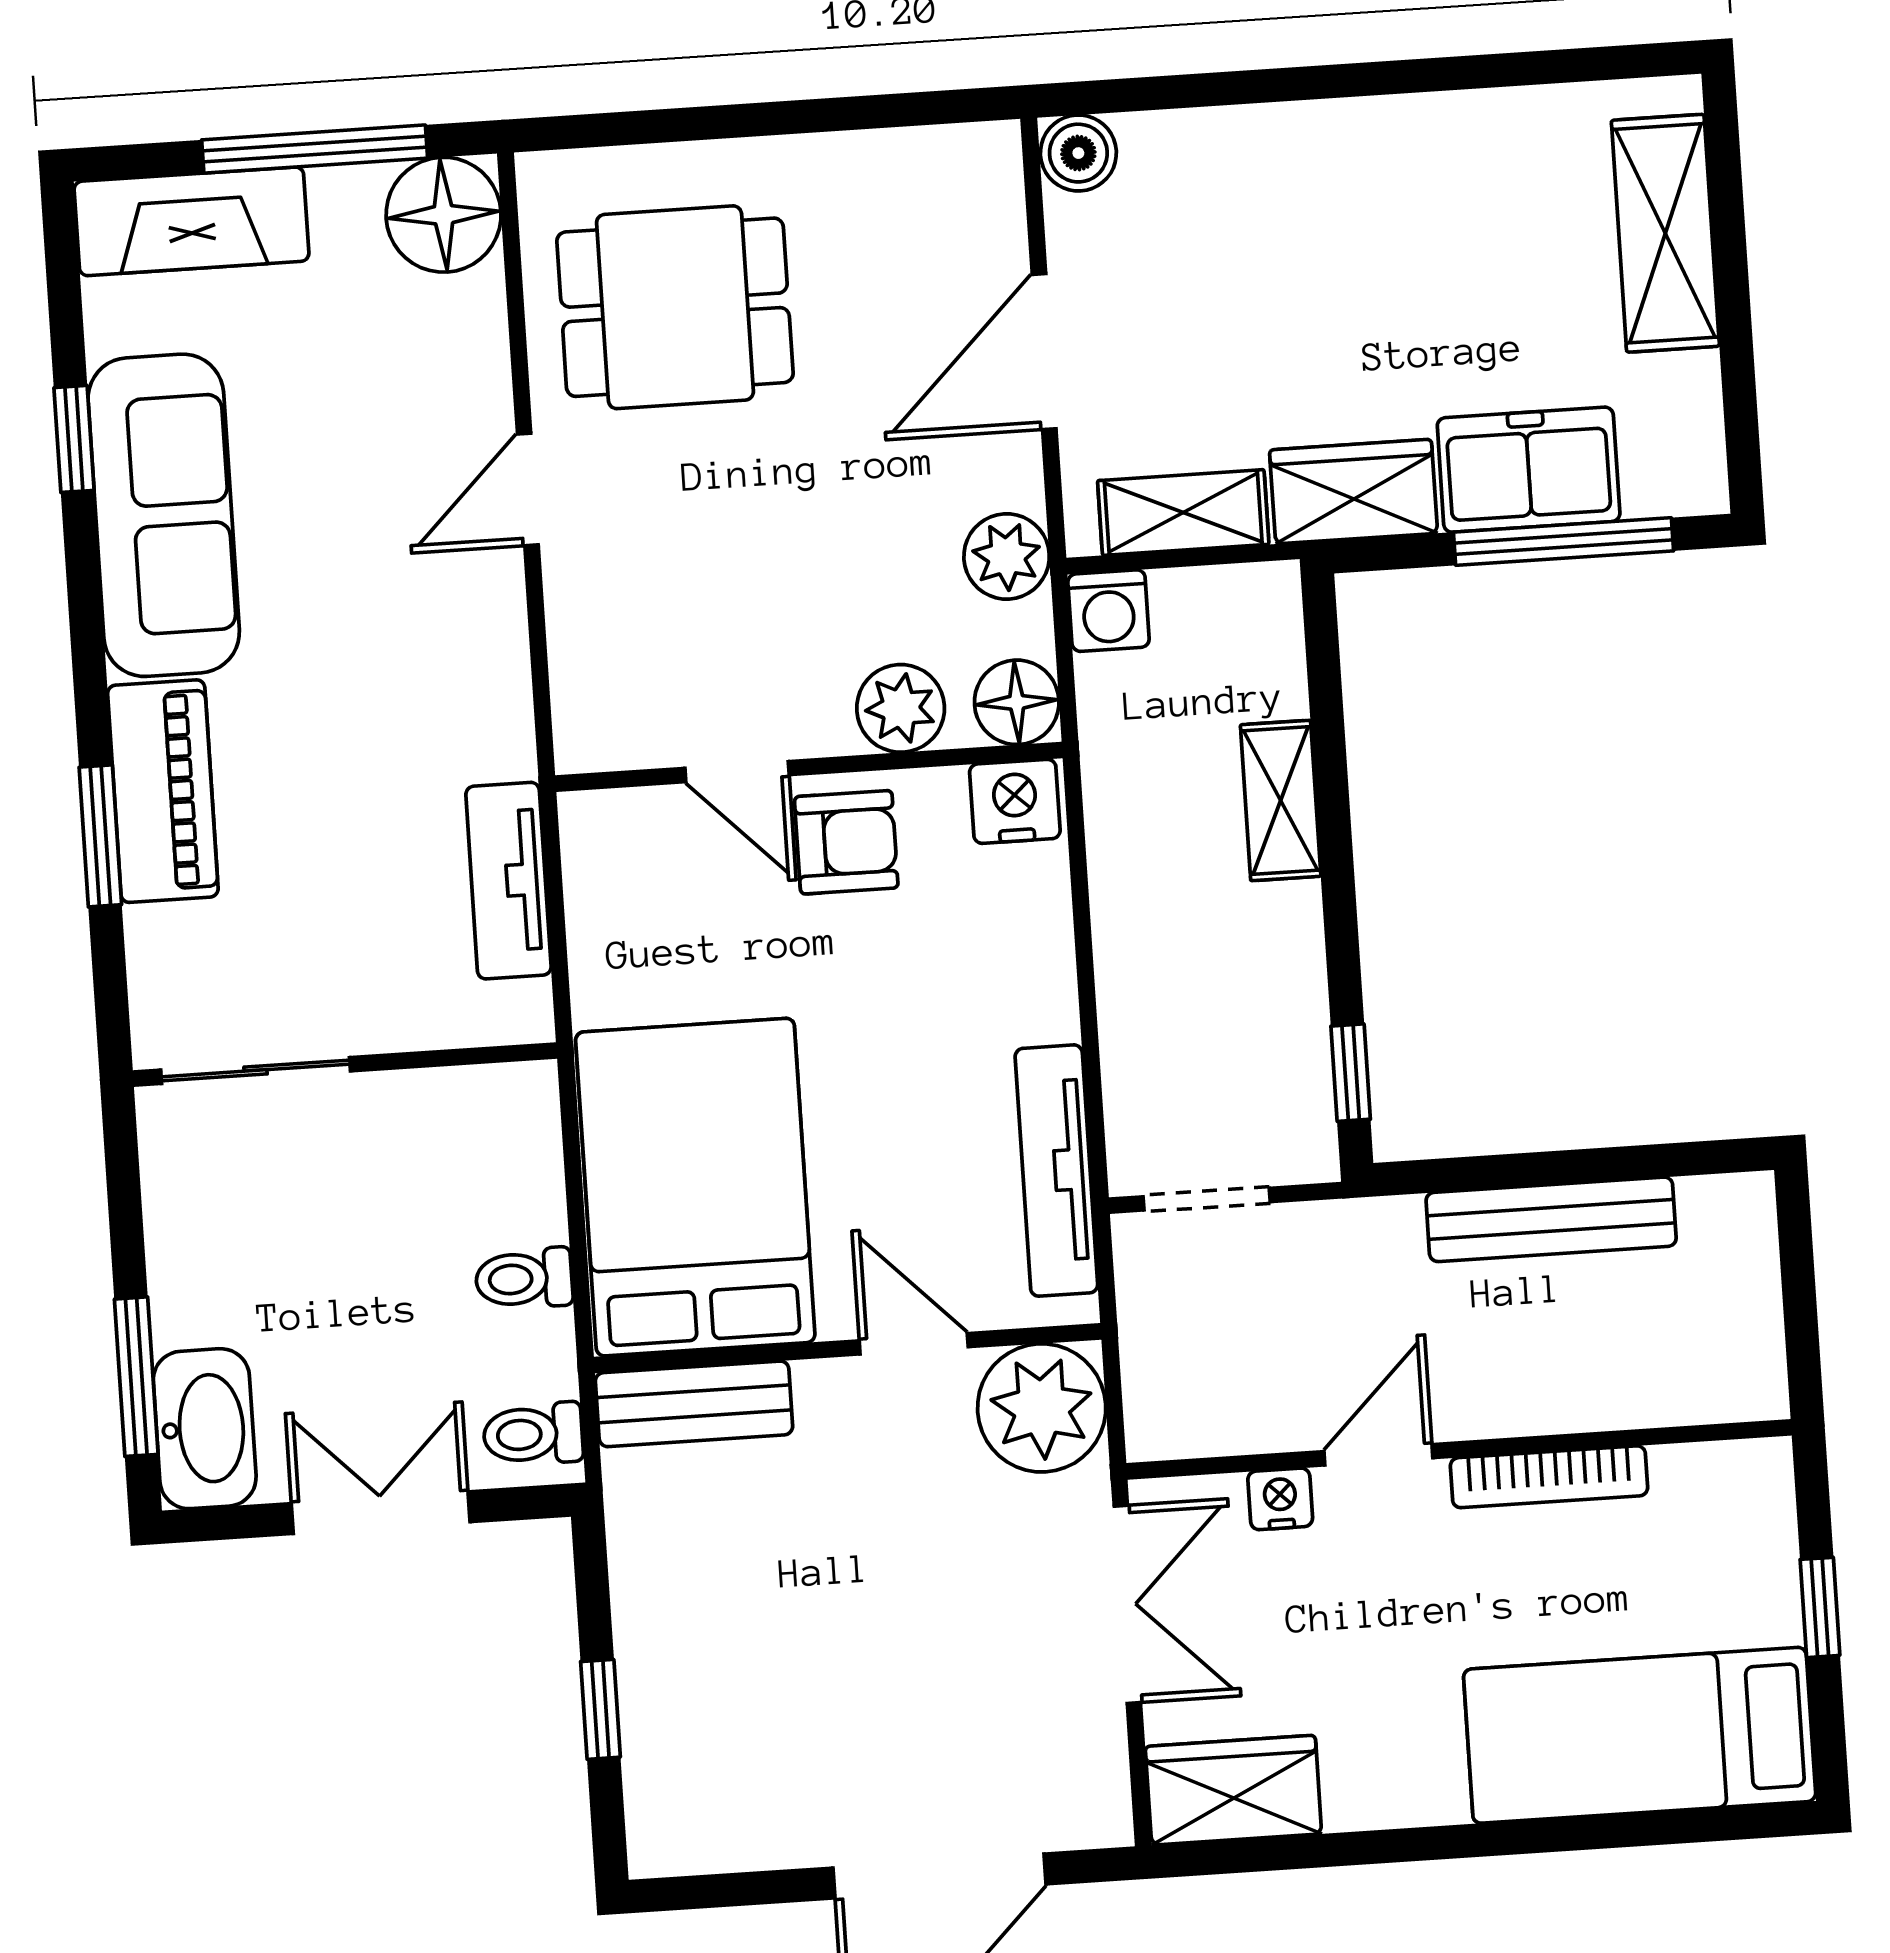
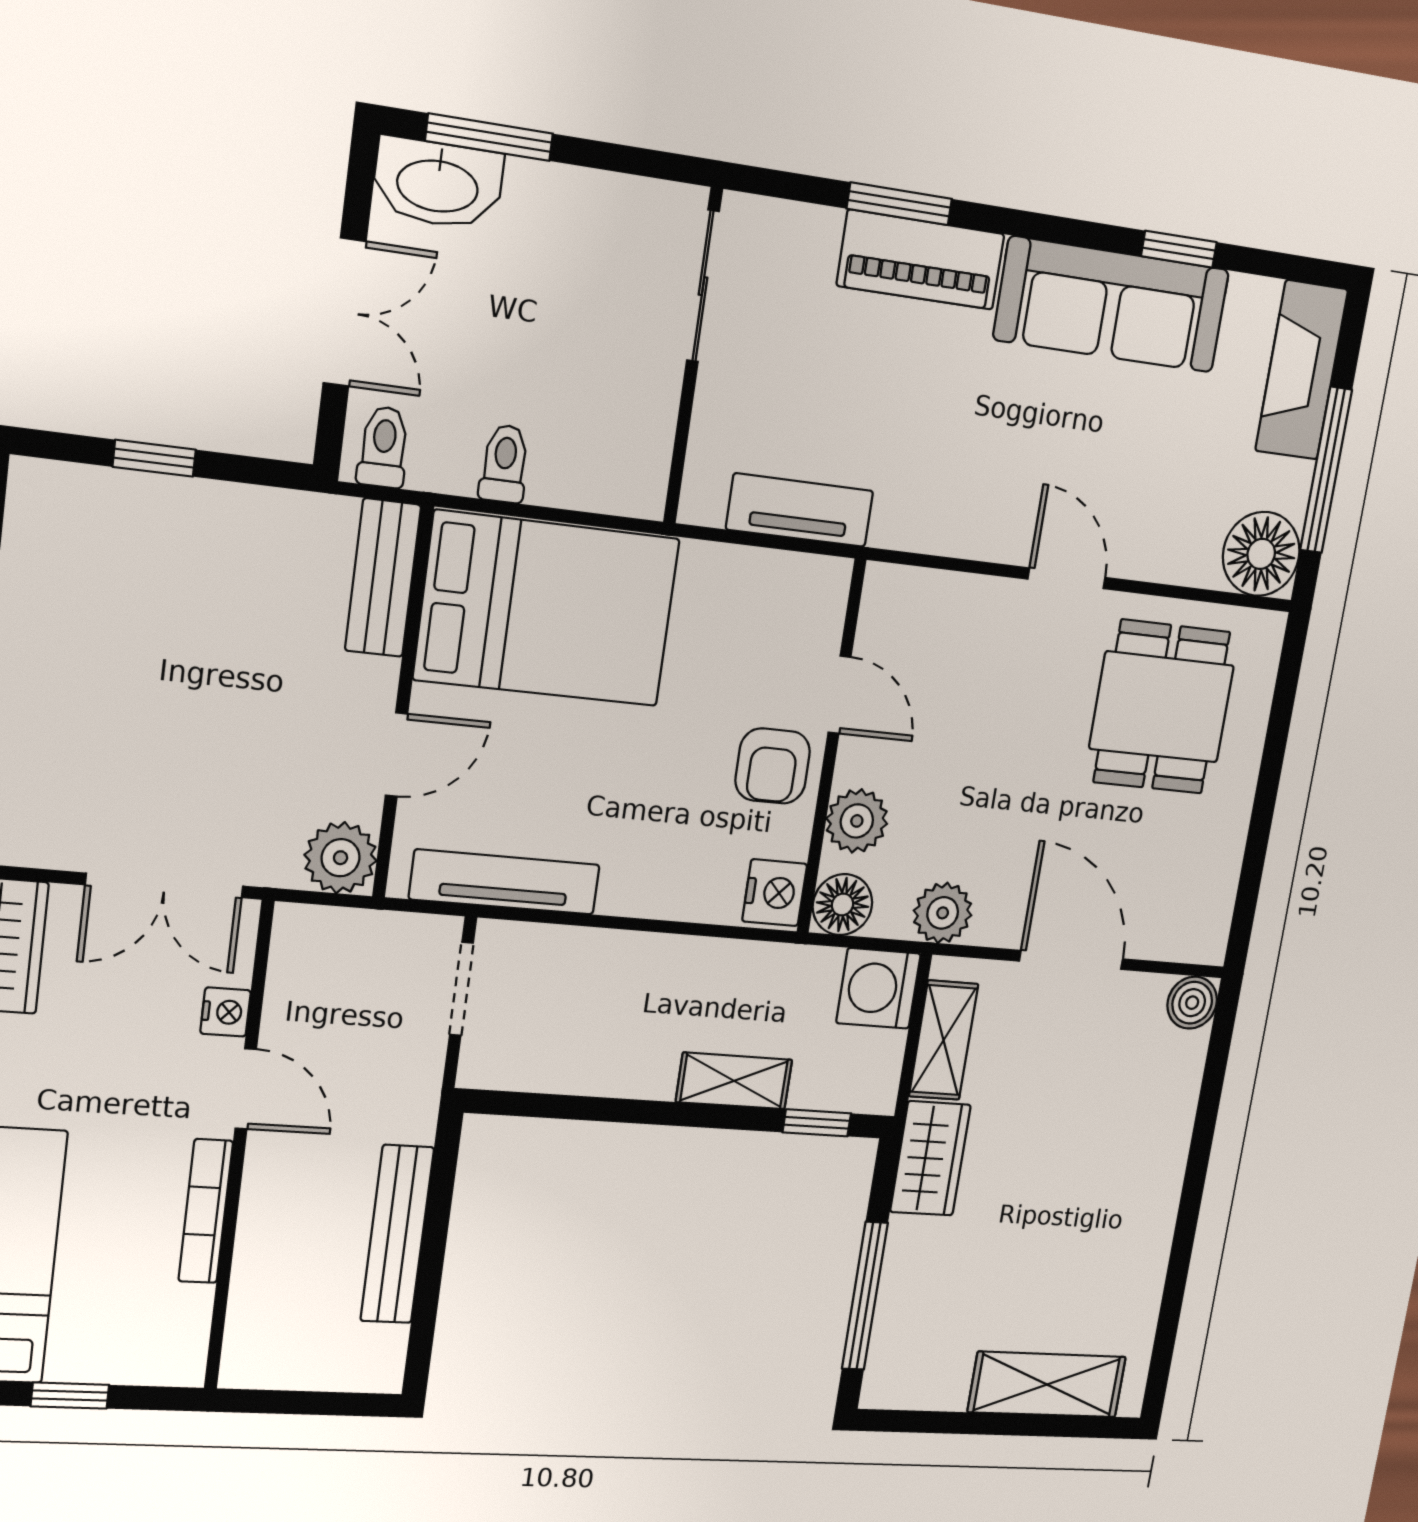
freezer: (1529, 470) -> (917, 1278), removed
washing machine: (1109, 611) -> (878, 988), width x1.38, depth x1.38
door: (737, 772) -> (839, 695), swing flipped
window: (1351, 1073) -> (817, 1123), moved
plant: (1042, 1408) -> (341, 858), width x0.73, depth x0.73

